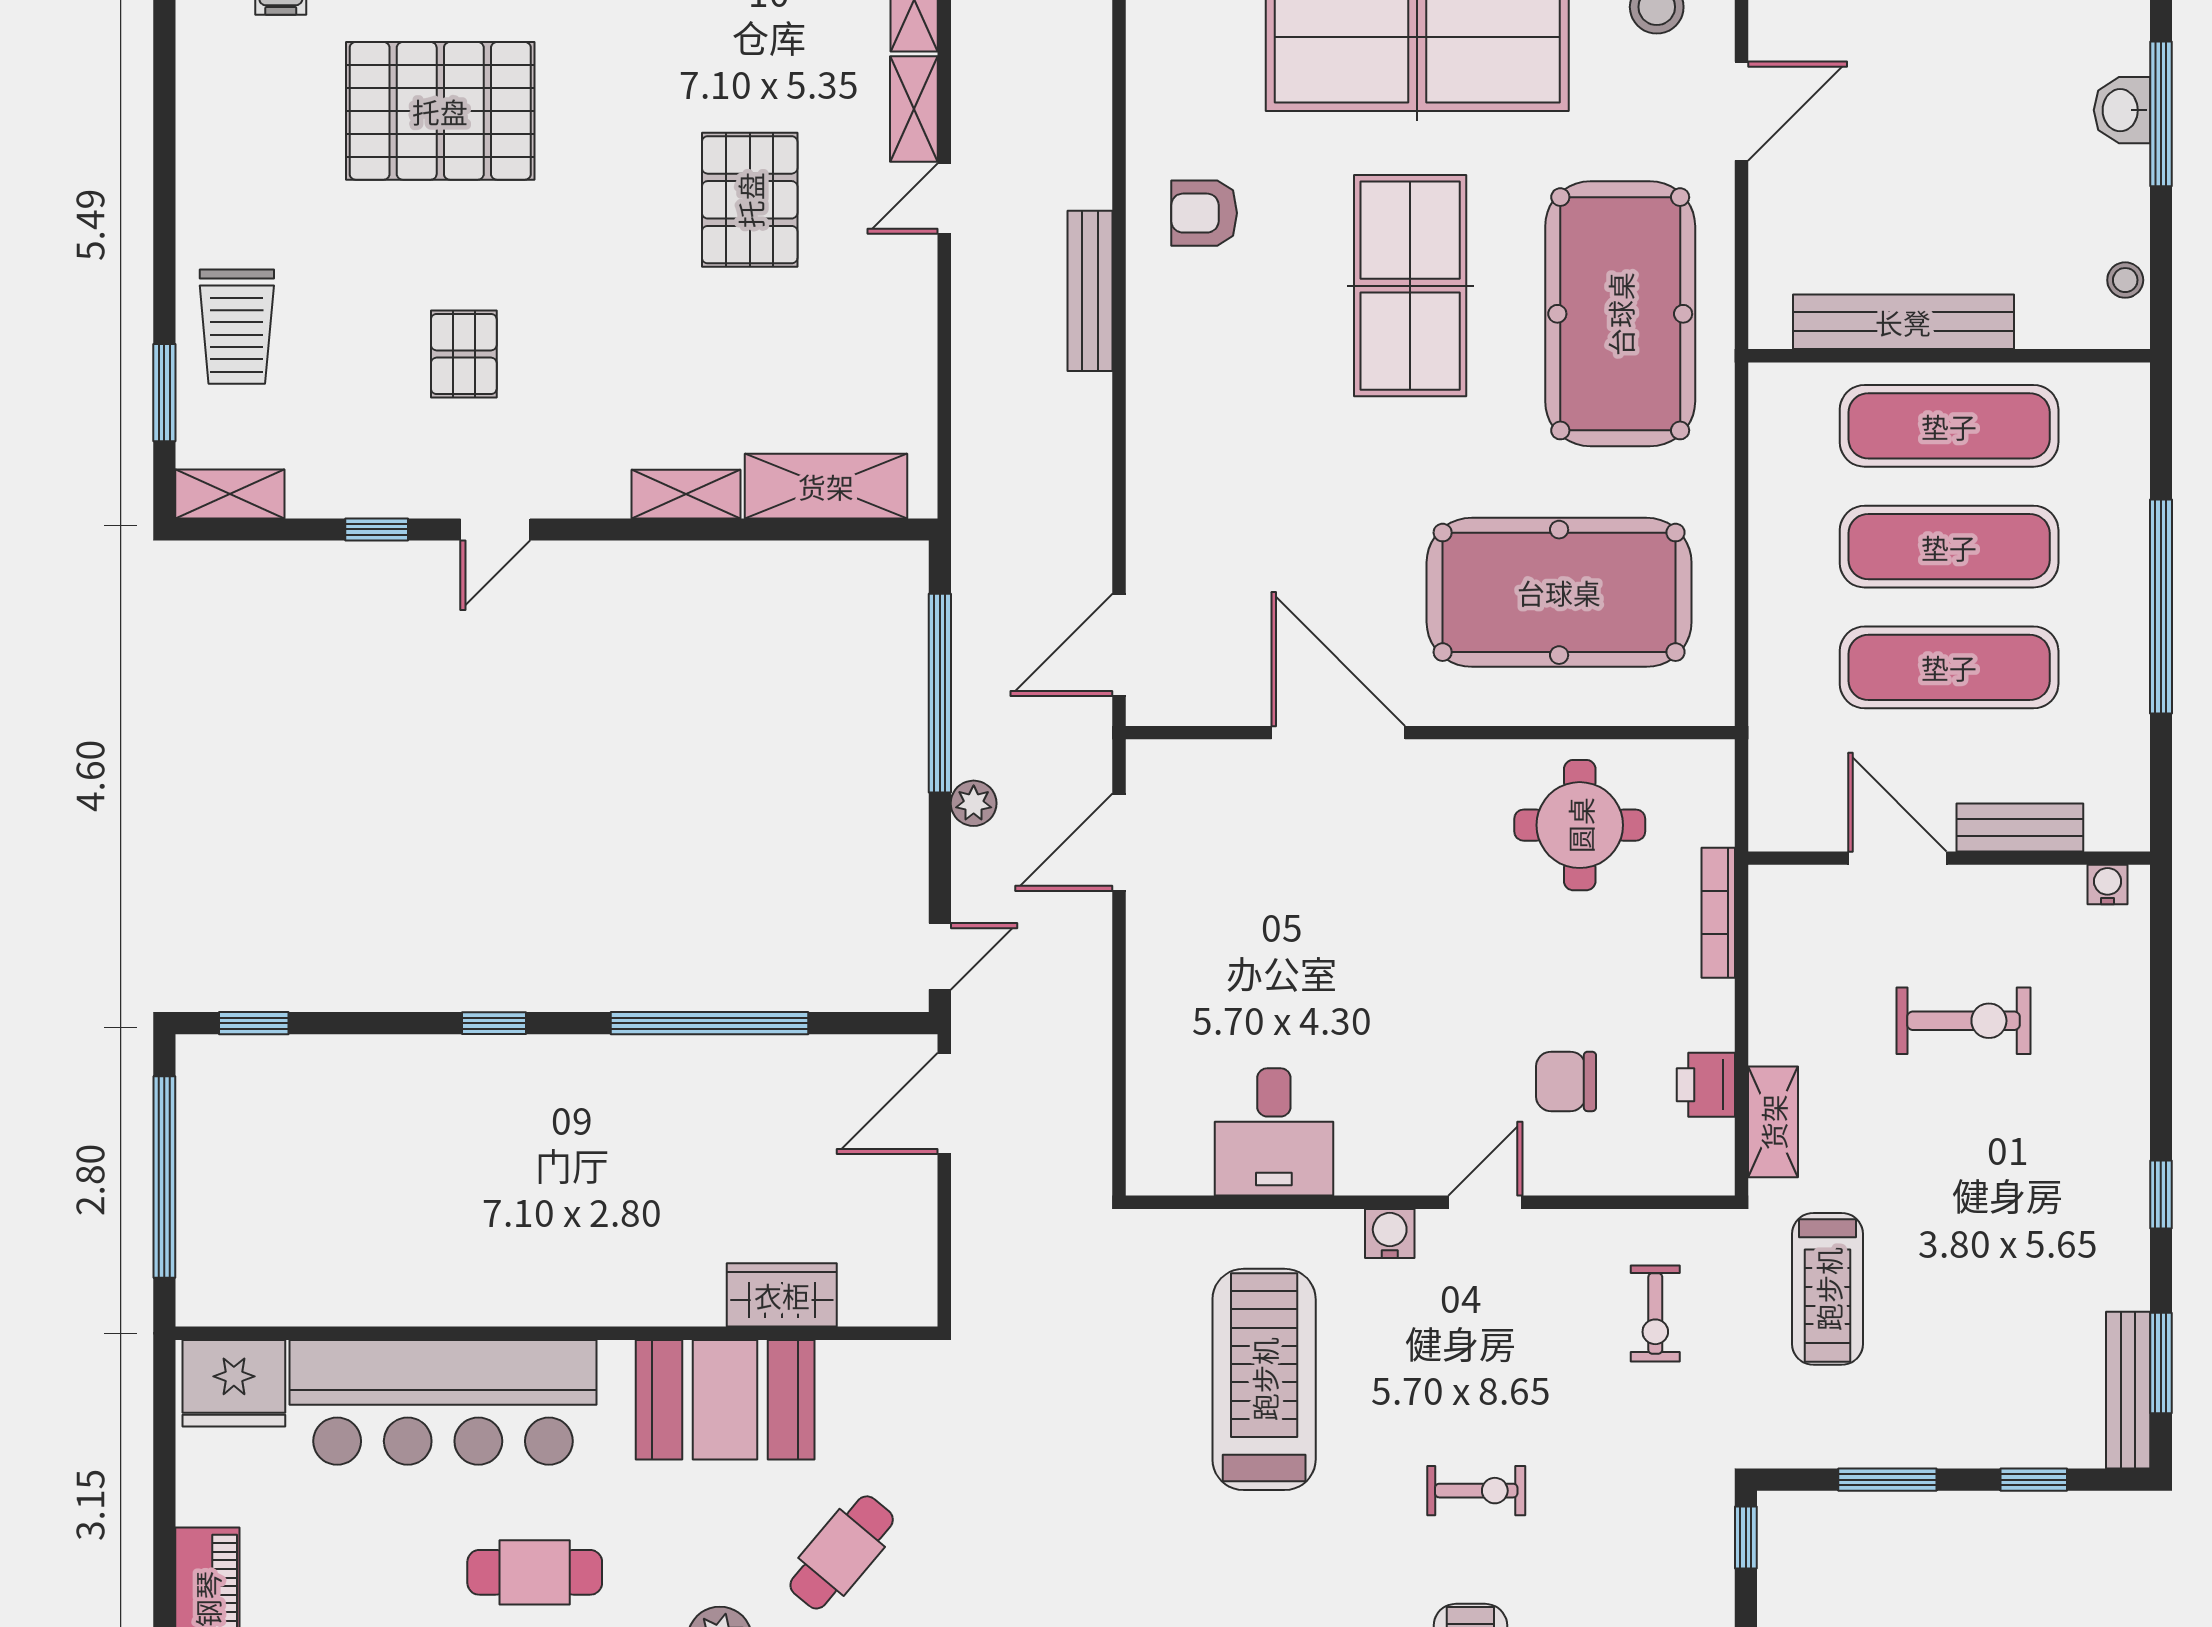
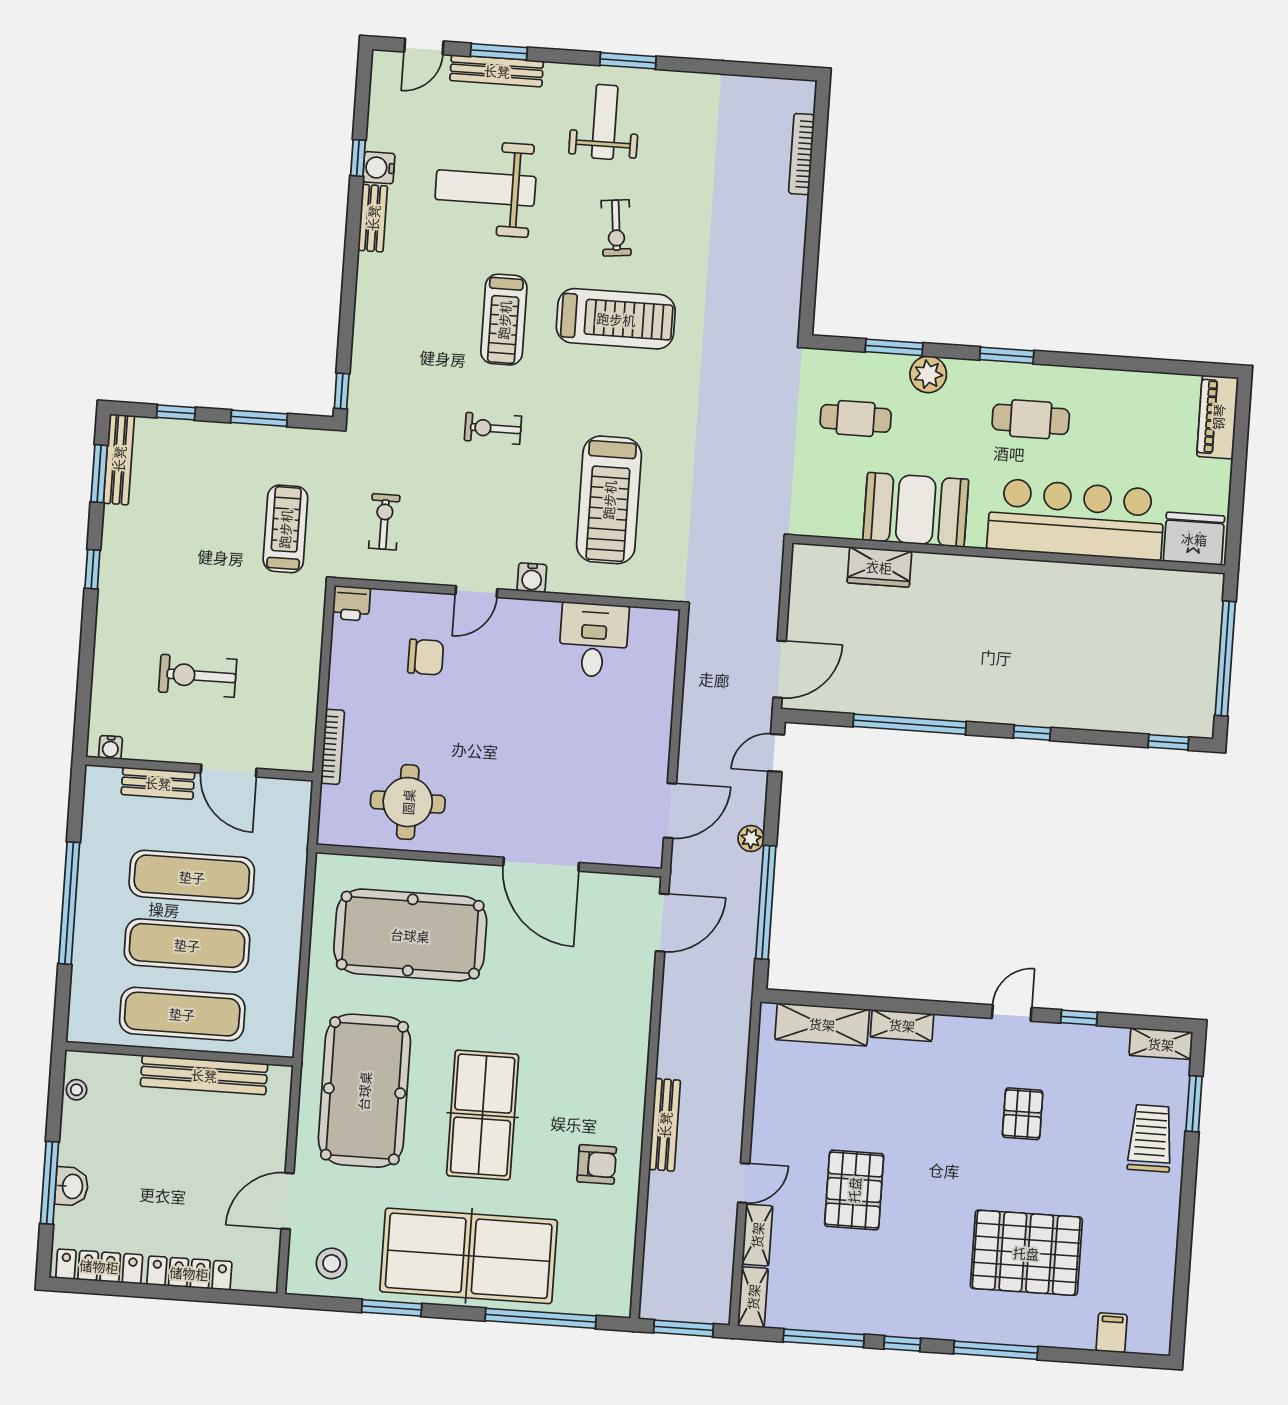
printer: (1706, 1085) -> (351, 603), moved, turned 90
shelving: (1773, 1122) -> (310, 626), removed
cafe table: (842, 1552) -> (856, 418), turned 50

